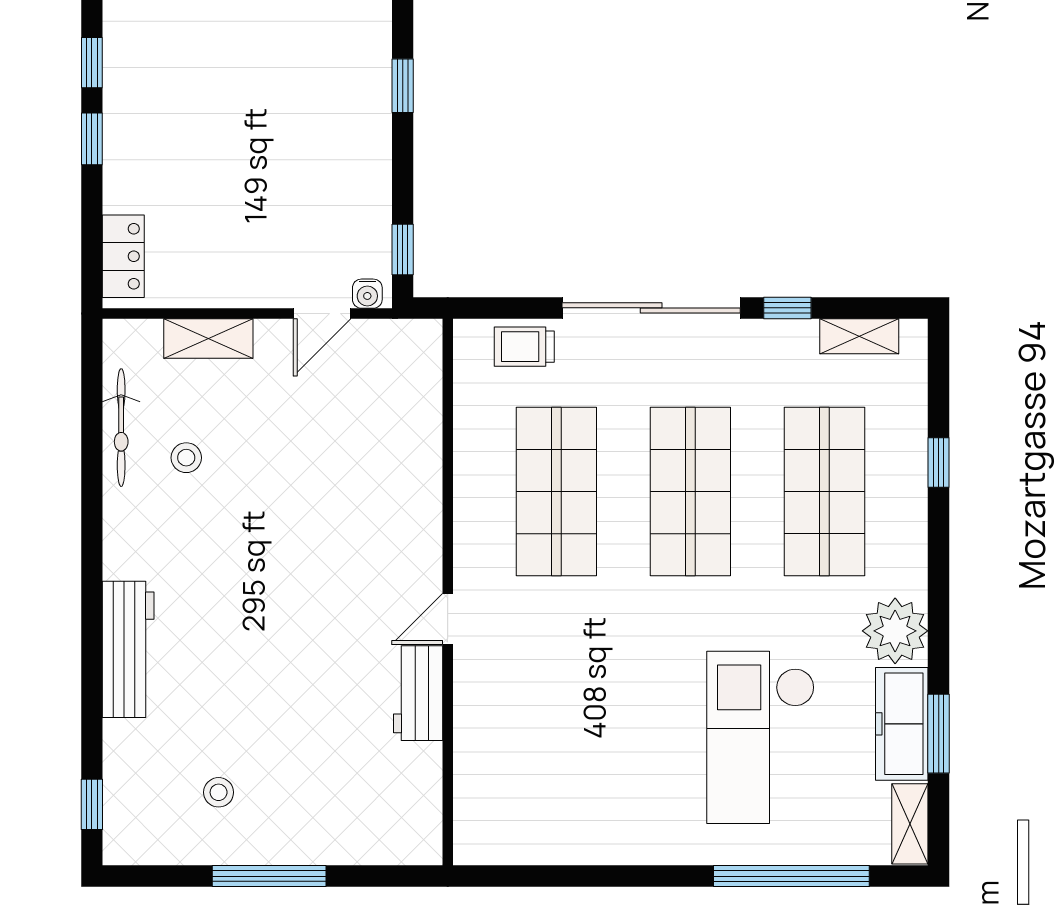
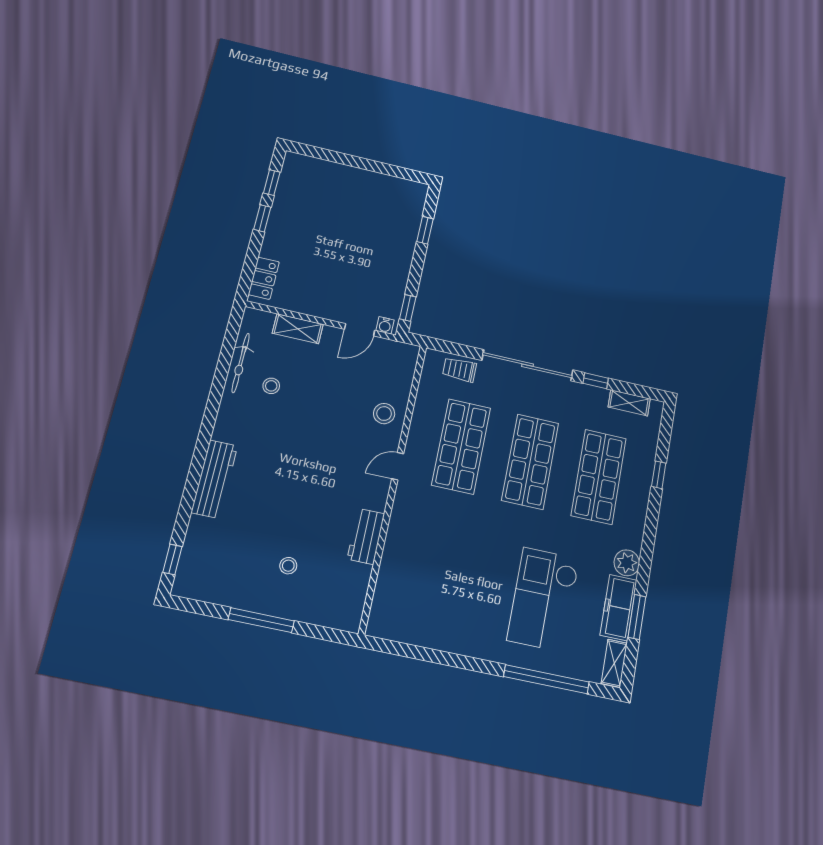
stool: (402, 462) -> (384, 414), added
door: (448, 619) -> (398, 466), moved
plant: (895, 631) -> (627, 563), width x0.73, depth x0.73
stool: (219, 792) -> (288, 566), moved

